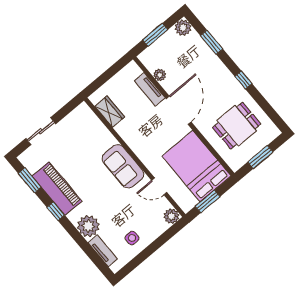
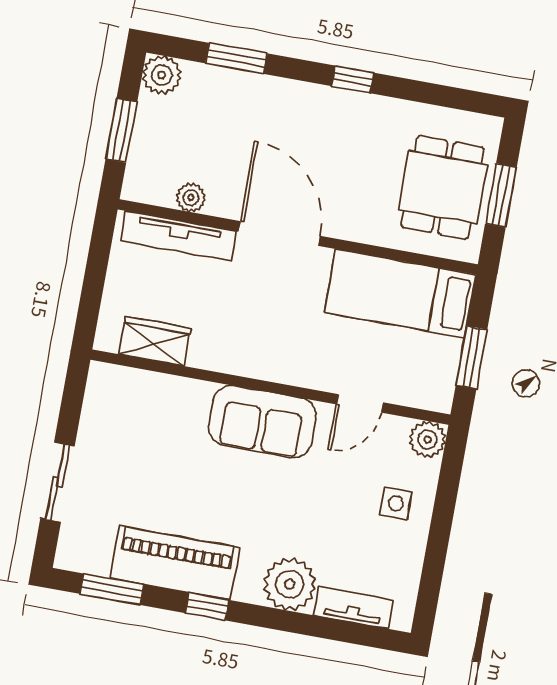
tv unit: (150, 89) -> (178, 236), width x1.41
dining table: (237, 126) -> (443, 187), moved
bed: (196, 166) -> (400, 293), width x0.67
side table: (132, 238) -> (396, 503), moved

